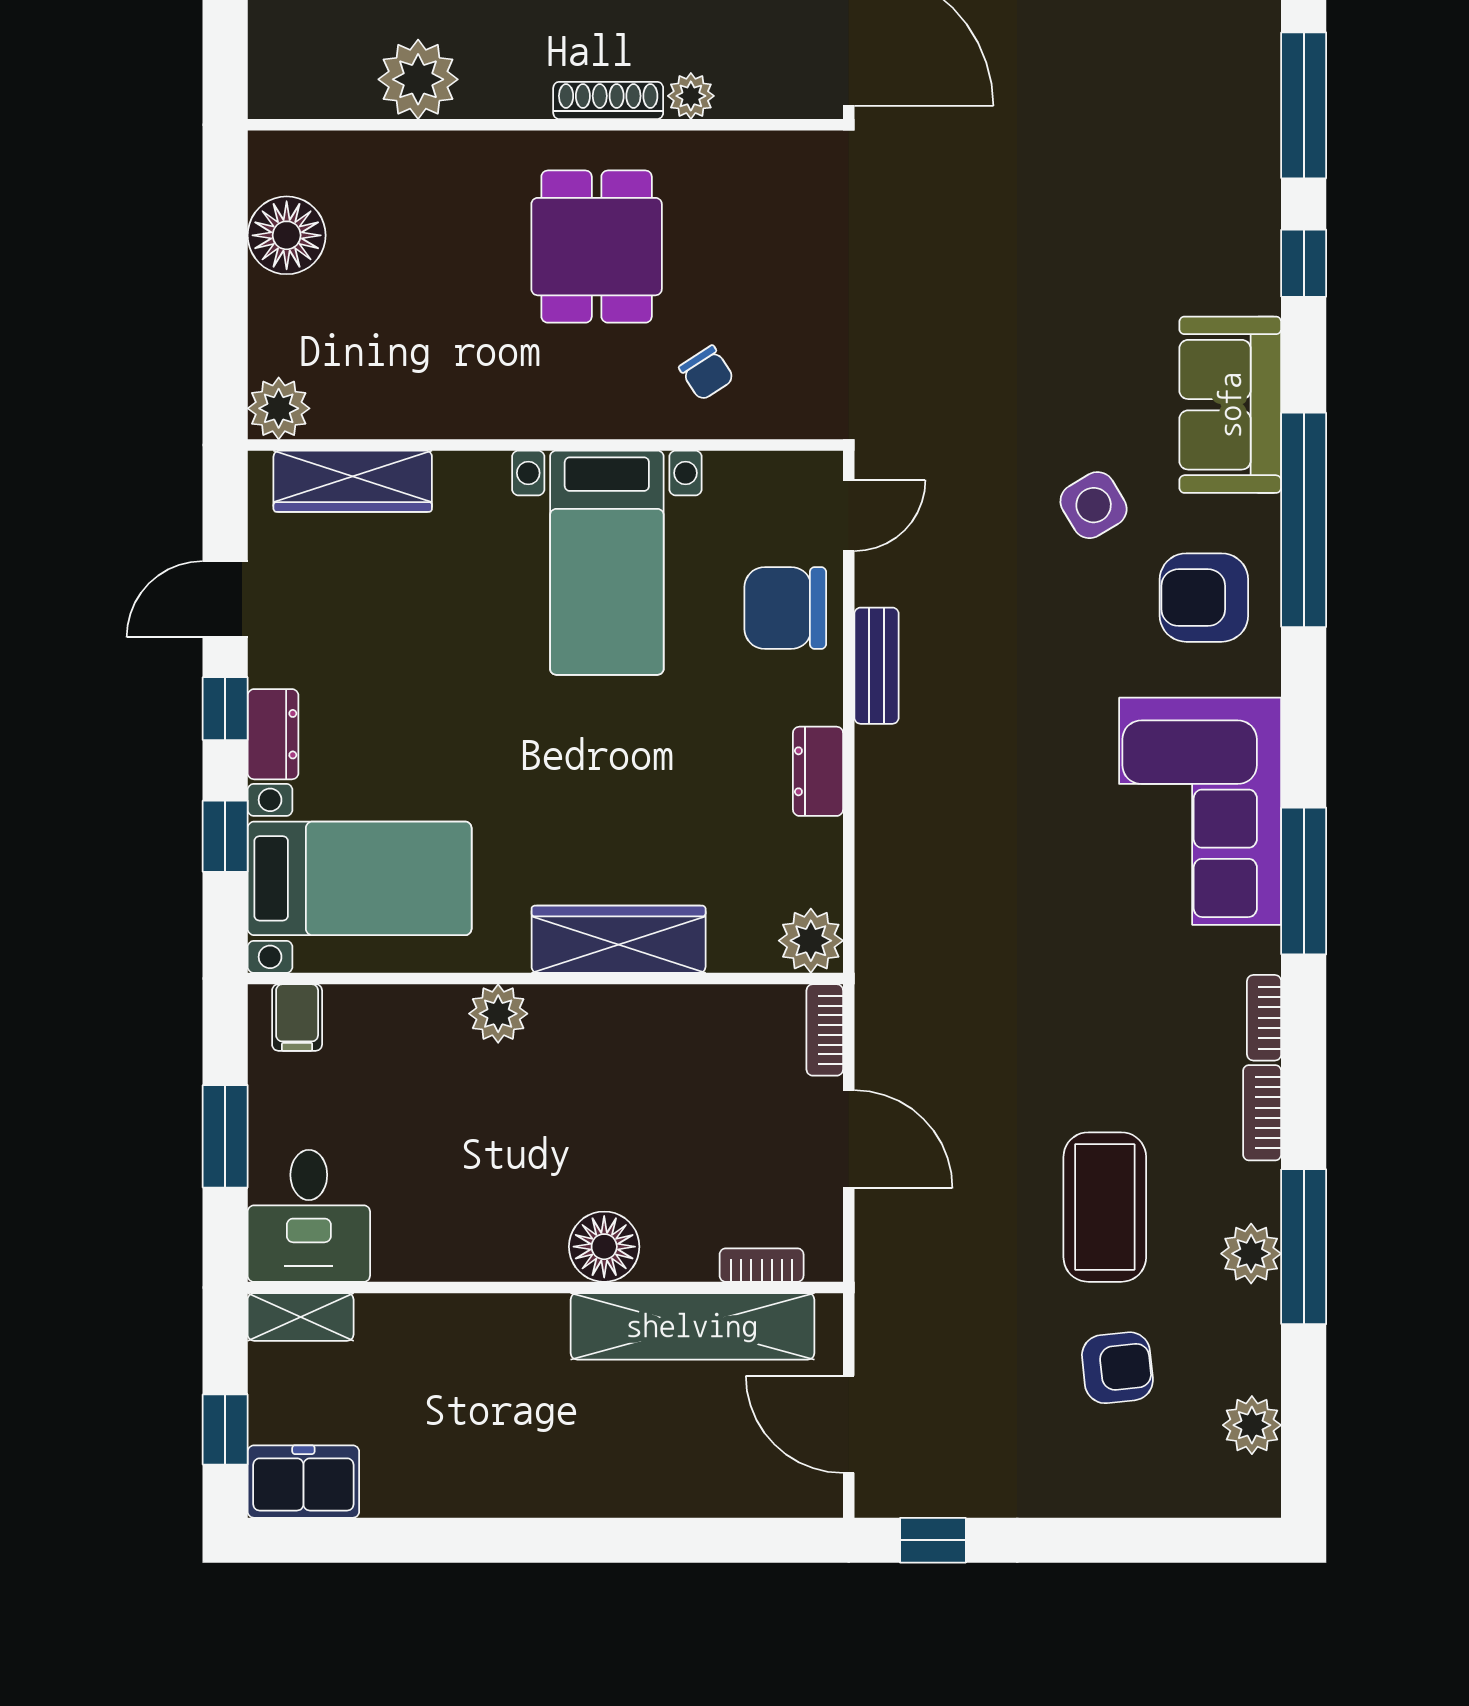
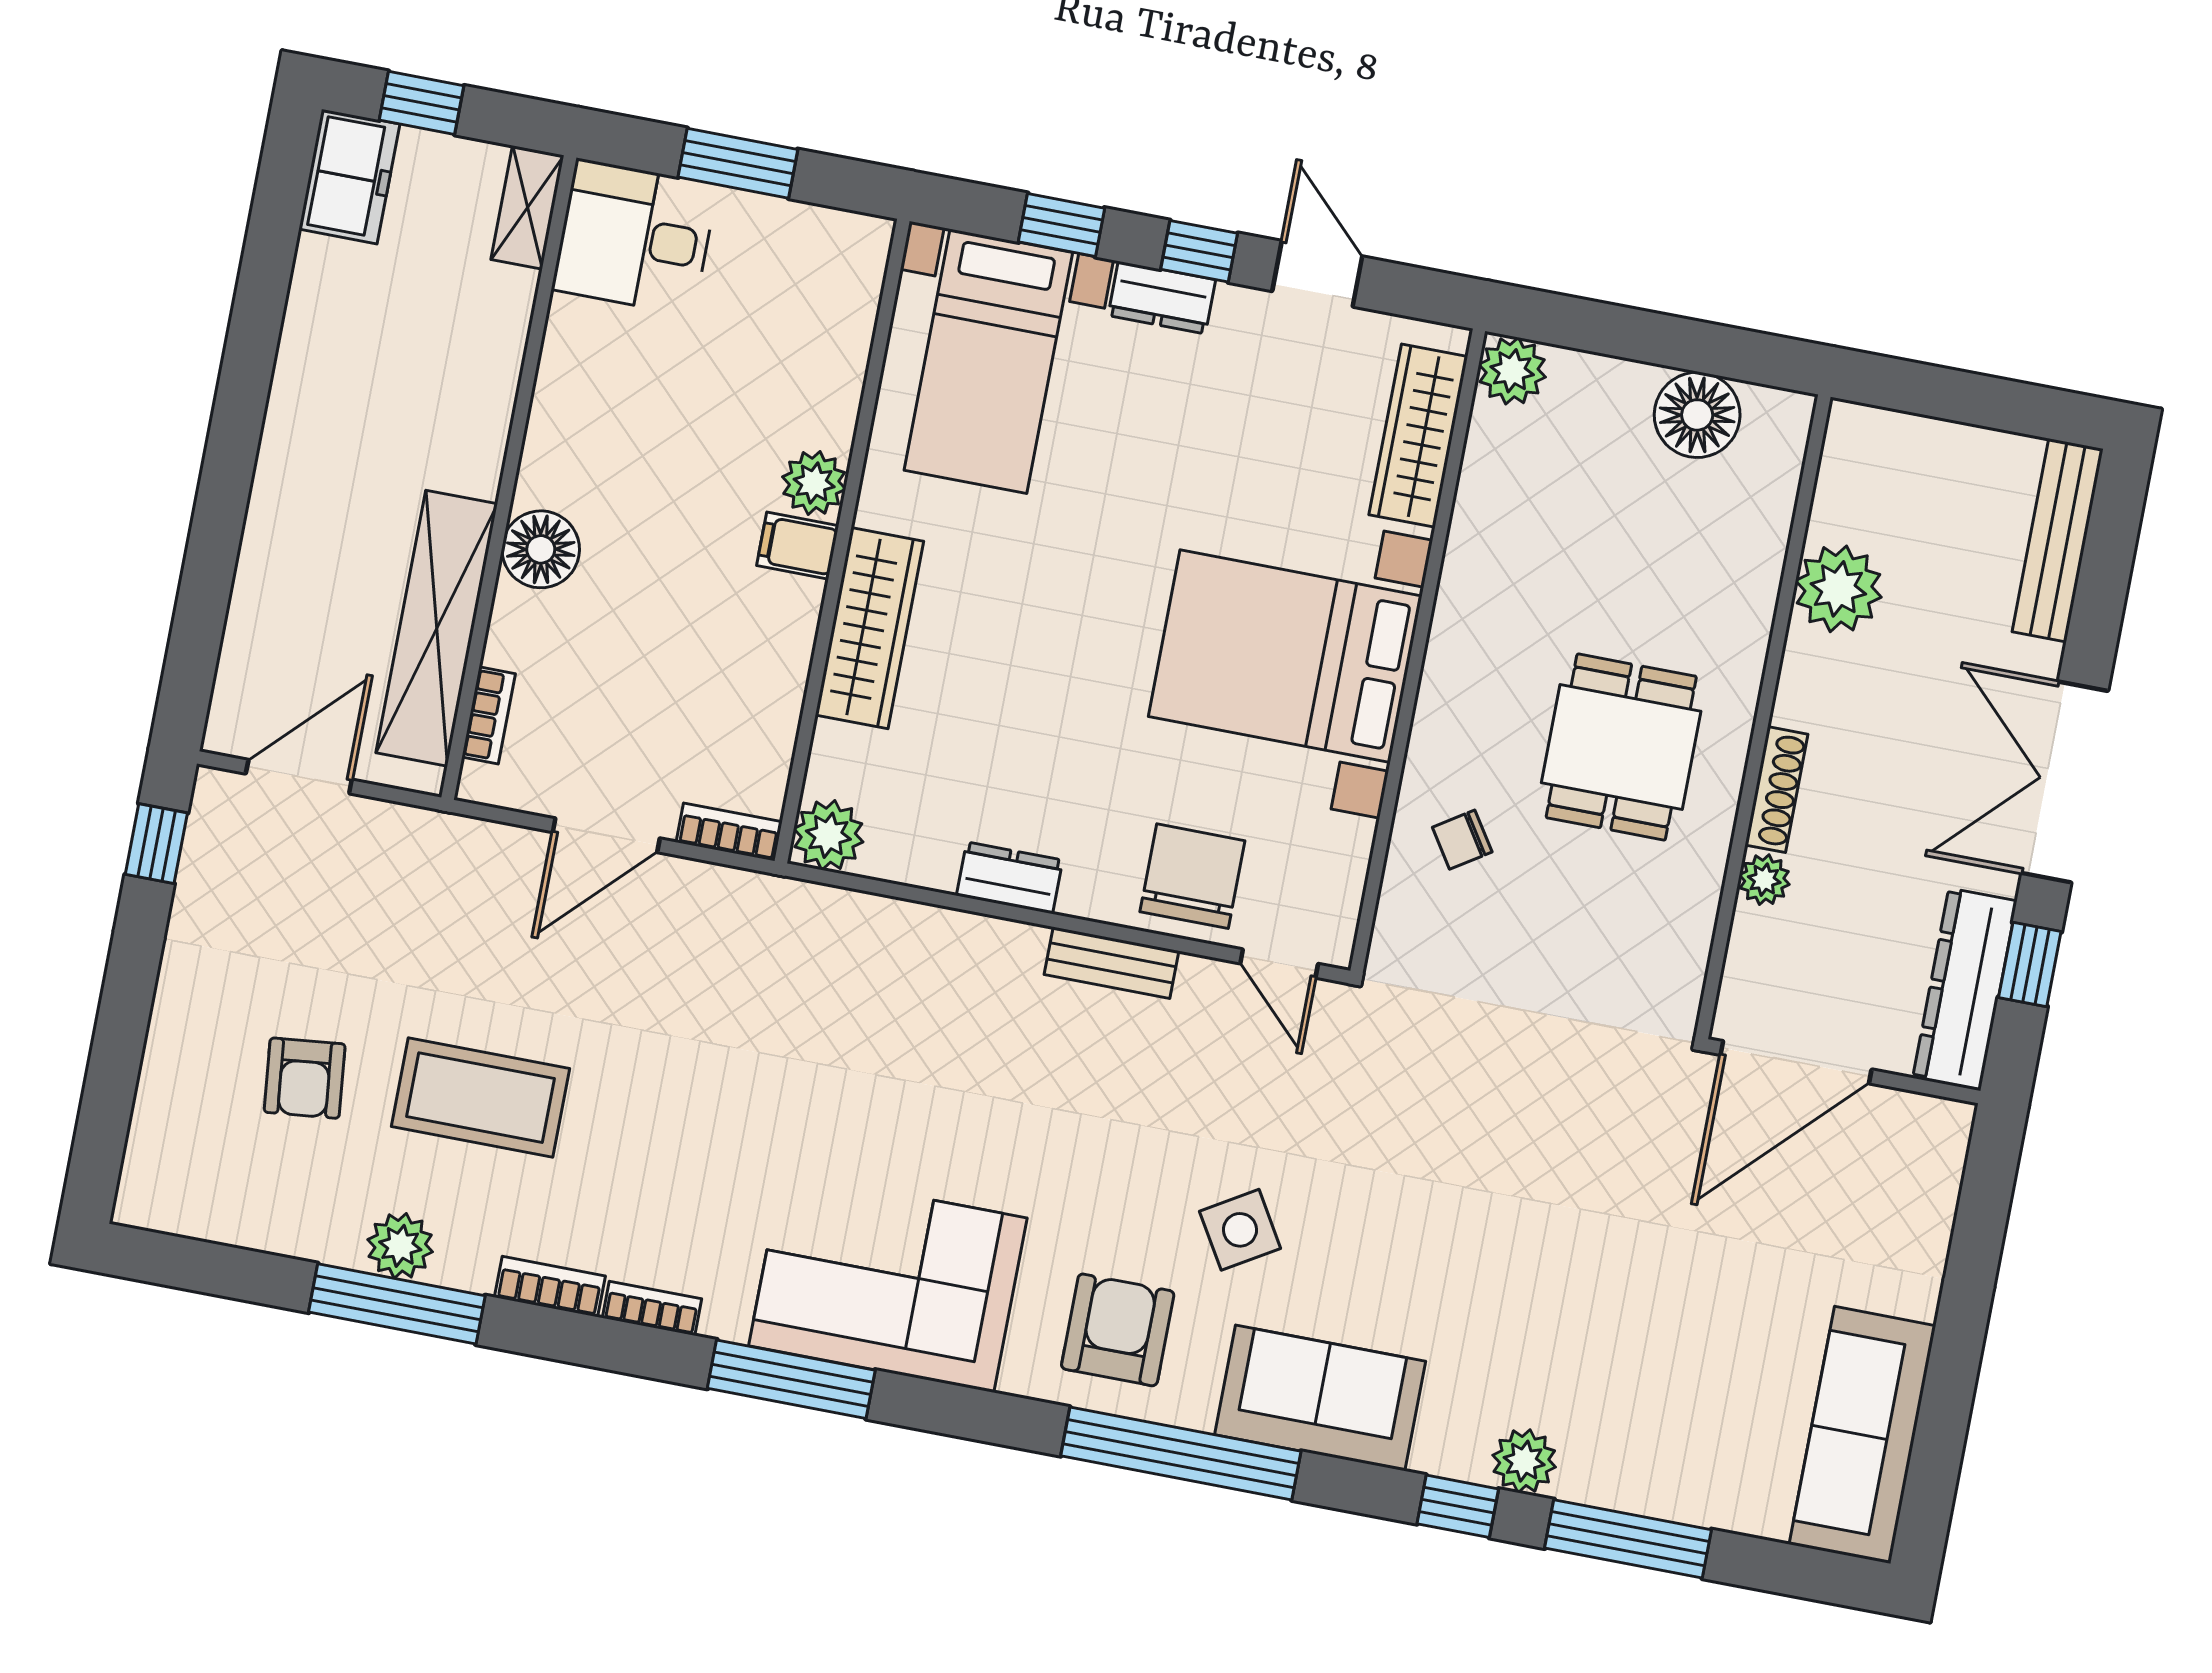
dining table: (597, 247) -> (1621, 747), turned 90
bed with nightstands: (607, 563) -> (1285, 656), width x1.36
filing cabinet: (297, 1017) -> (798, 546), moved
plant: (1252, 1425) -> (1524, 1461), moved

